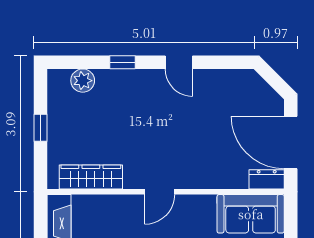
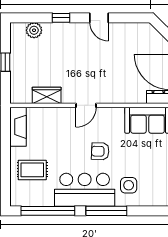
wardrobe: (91, 177) -> (47, 95), width x0.67

